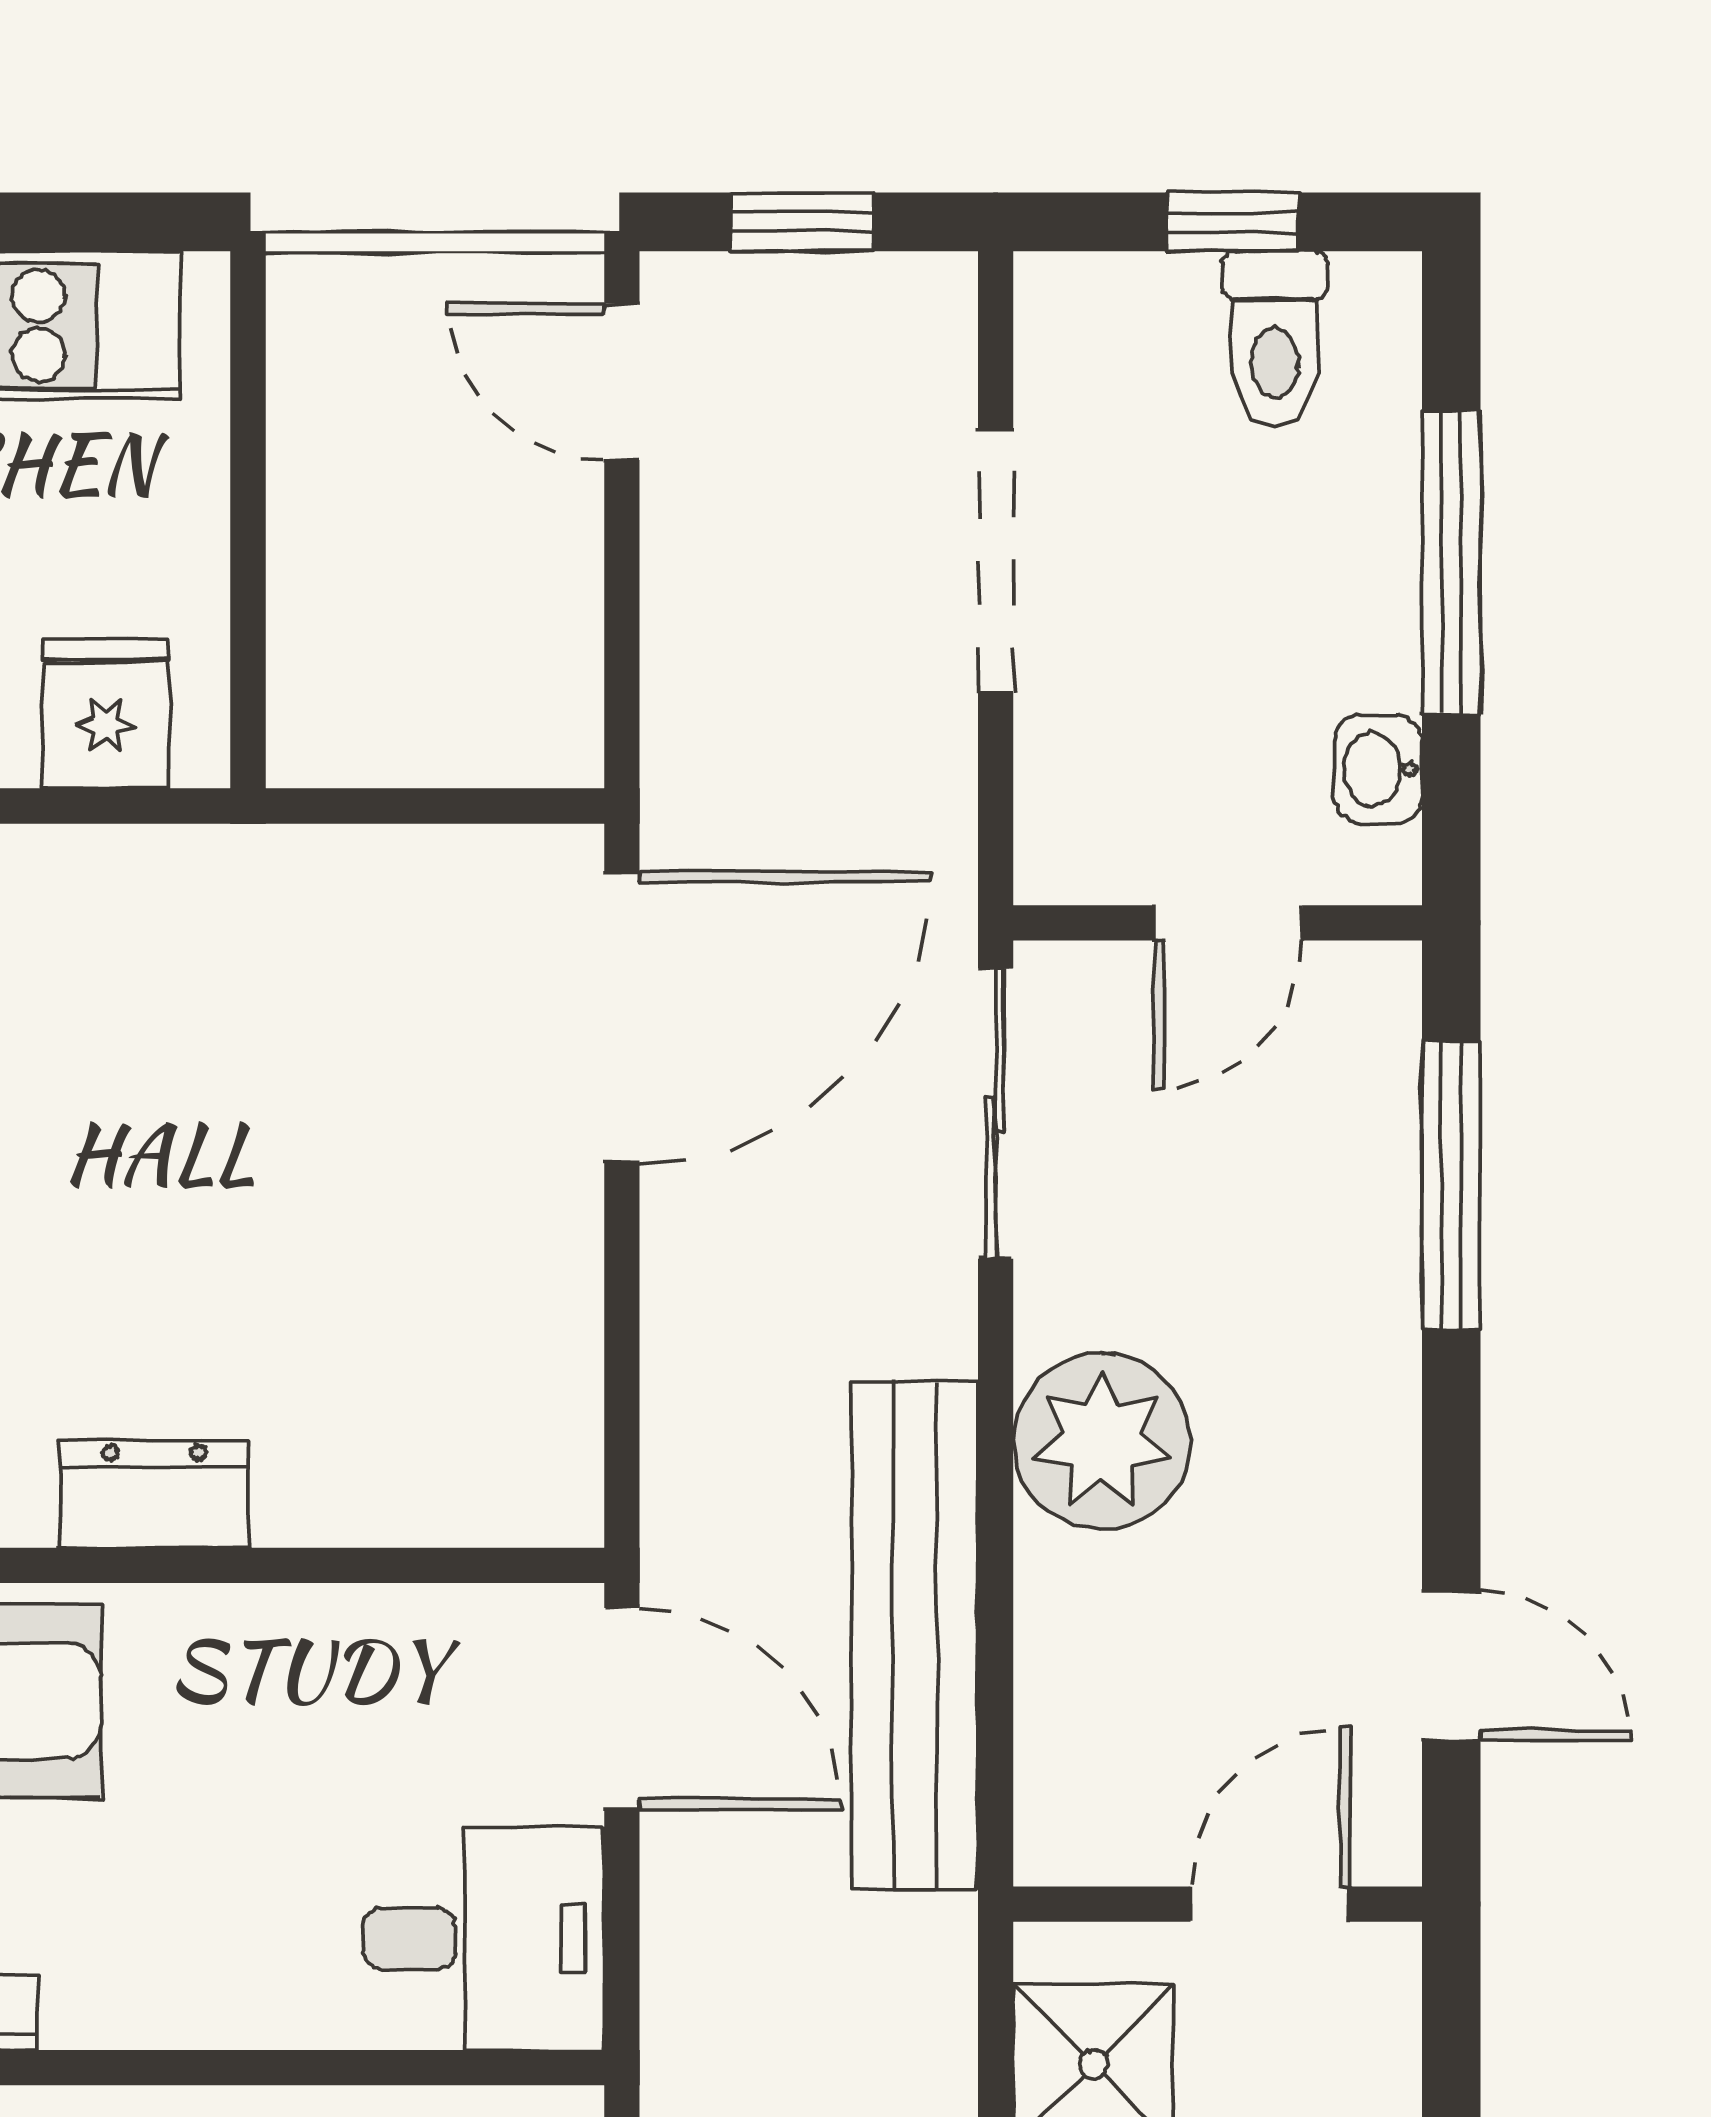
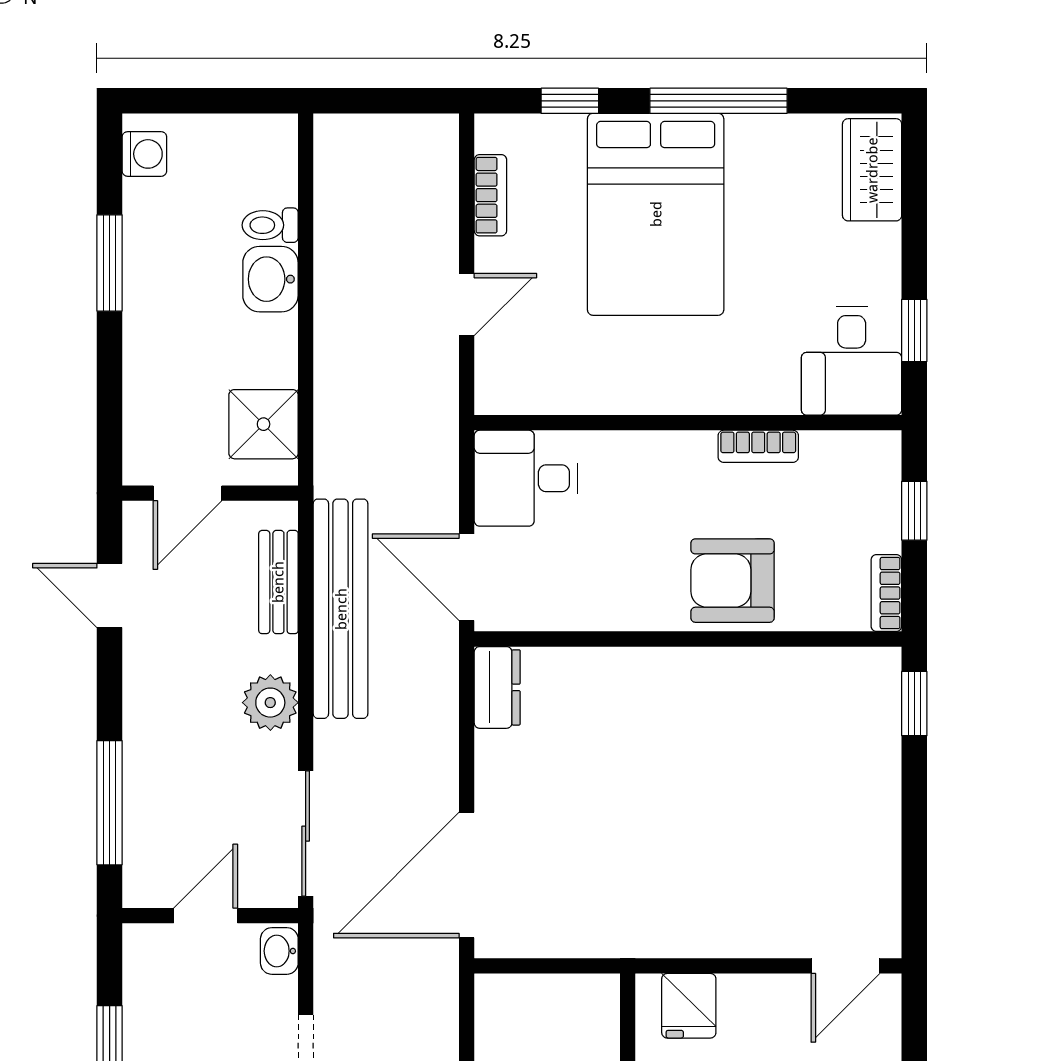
washbasin: (1378, 769) -> (279, 951), moved, turned 180
plant: (1102, 1441) -> (270, 703), width x0.73, depth x0.73
dresser: (154, 1494) -> (497, 687), moved, turned -90
bench: (1059, 1698) -> (278, 582), added

